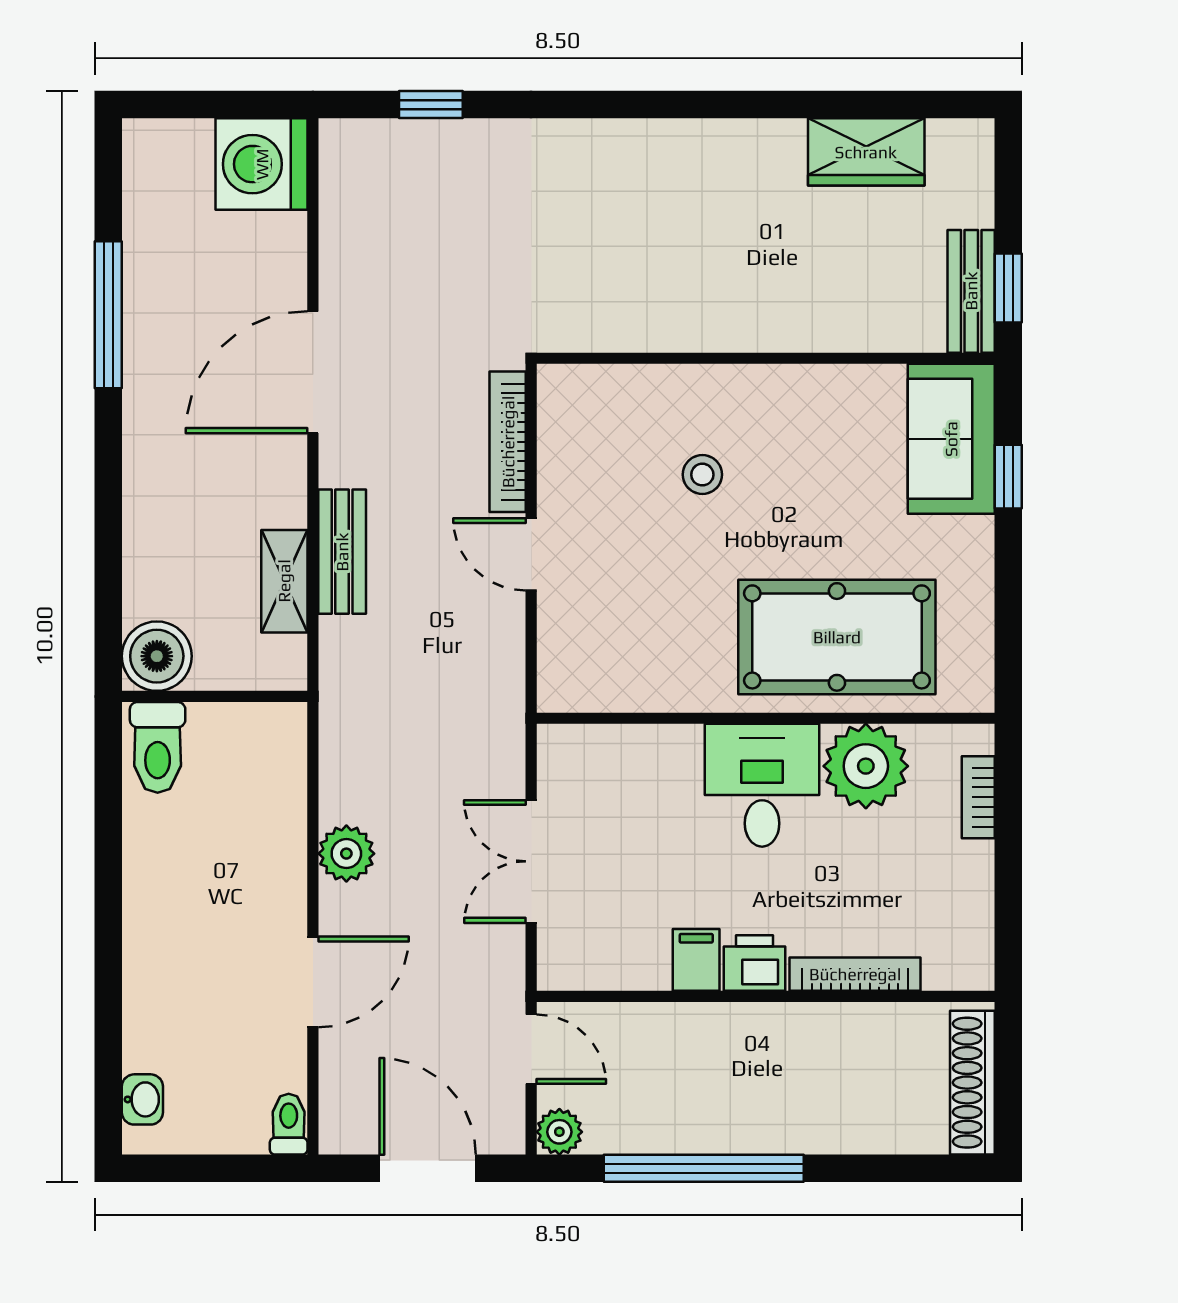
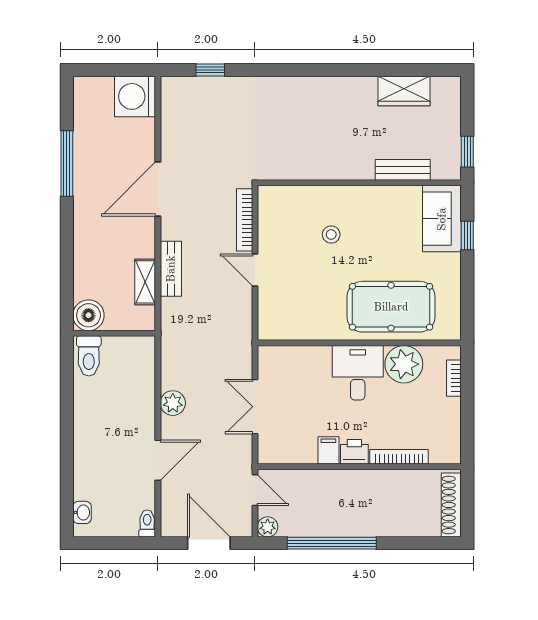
bench: (971, 291) -> (403, 170), moved, turned 90

